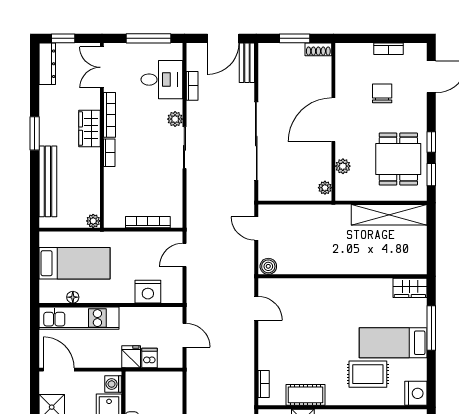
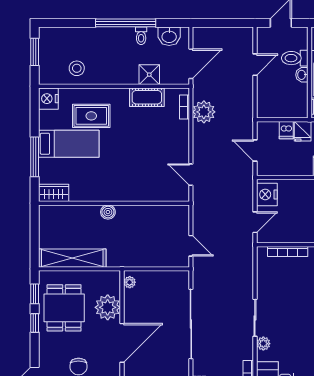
plant: (343, 166) -> (108, 307), width x1.88, depth x1.88
boiler: (268, 266) -> (108, 212), moved
nightstand: (148, 292) -> (267, 194), moved, turned -90
plant: (242, 378) -> (204, 112), added

